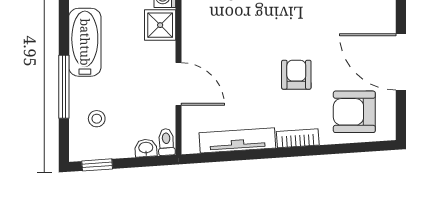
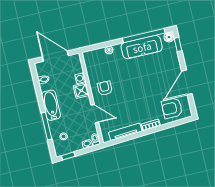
door: (401, 62) -> (187, 82), hinge flipped
armchair: (296, 75) -> (105, 88), moved

